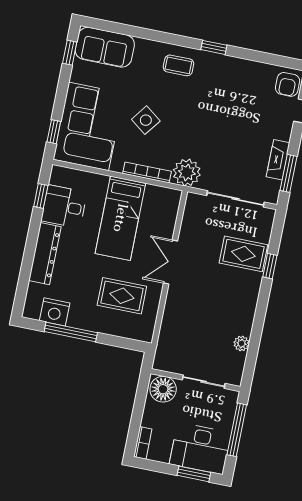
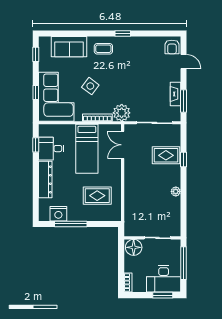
sofa: (105, 47) -> (69, 47), moved
window: (54, 132) -> (36, 93), moved
double door: (171, 262) -> (123, 145), moved
plant: (241, 343) -> (176, 191), moved

